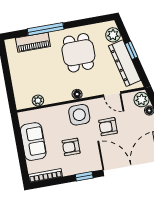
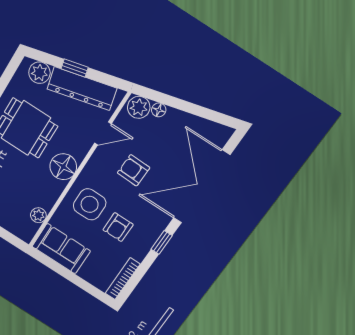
floor lamp: (77, 94) -> (63, 167), width x1.89, depth x1.89
side table: (79, 115) -> (90, 204), moved
armchair: (108, 127) -> (134, 170), turned 92
sofa: (33, 142) -> (61, 249), moved

